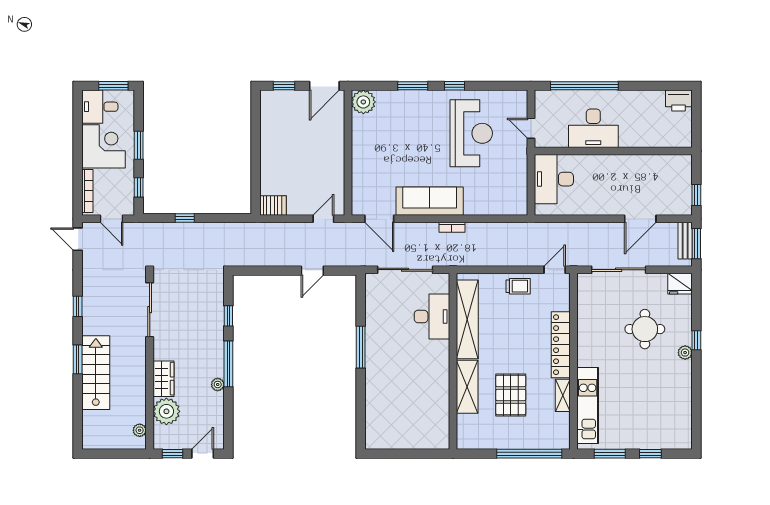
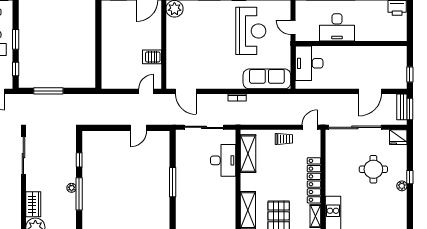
sofa: (430, 201) -> (267, 79), moved
server rack: (273, 206) -> (152, 57), moved, turned 180
window: (185, 218) -> (48, 91), width x2.17
sliding door: (619, 270) -> (355, 127), width x1.36
shelving: (467, 319) -> (248, 154), width x0.68
plant: (218, 384) -> (72, 188), moved

